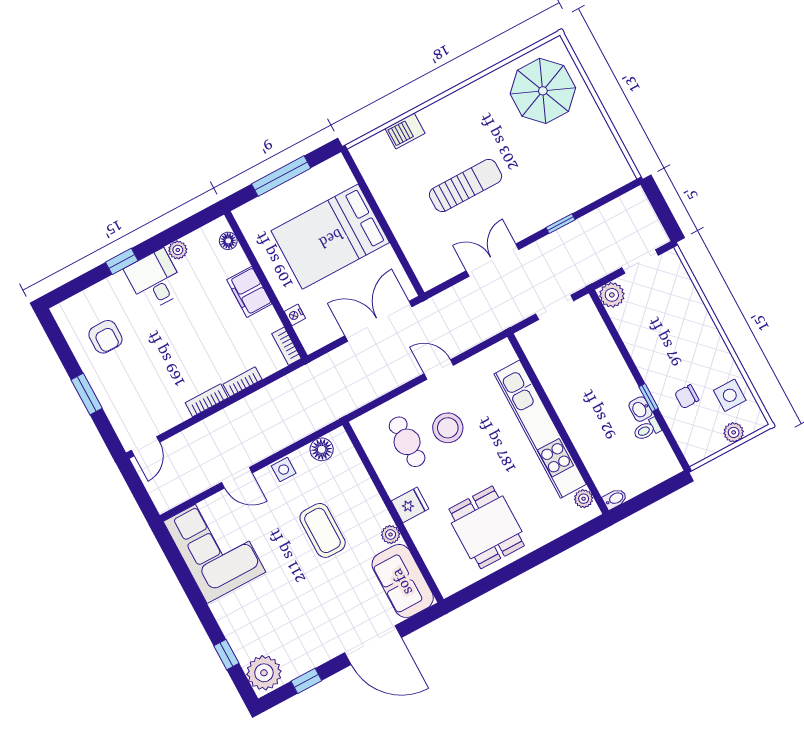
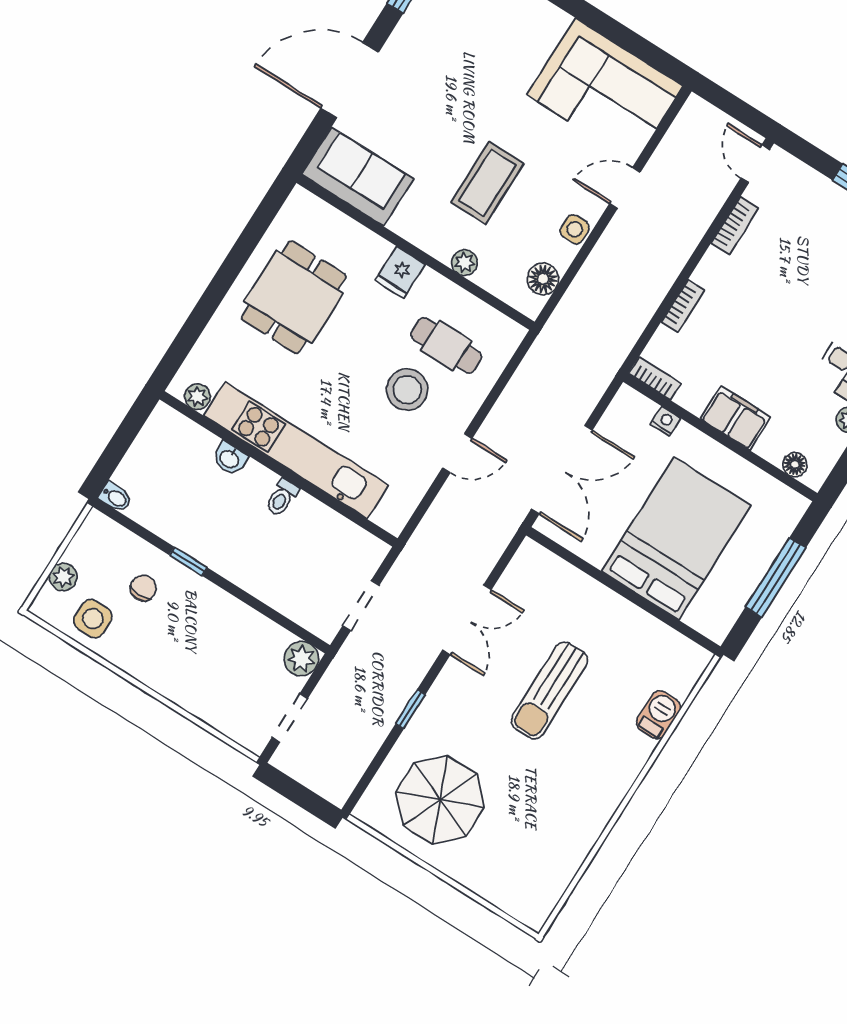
parasol: (543, 91) -> (440, 800), moved
bookcase: (207, 400) -> (735, 226), moved
washbasin: (640, 409) -> (230, 458), moved, turned 180
toilet: (647, 429) -> (282, 498), moved, turned 180
bidet: (615, 499) -> (115, 497), moved, turned -90
dining table: (487, 527) -> (294, 297), turned 90
coffee table: (323, 530) -> (487, 183), turned 90
plant: (391, 535) -> (465, 263), moved

